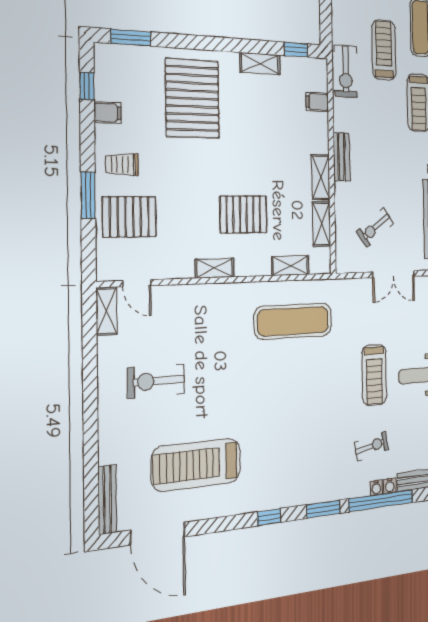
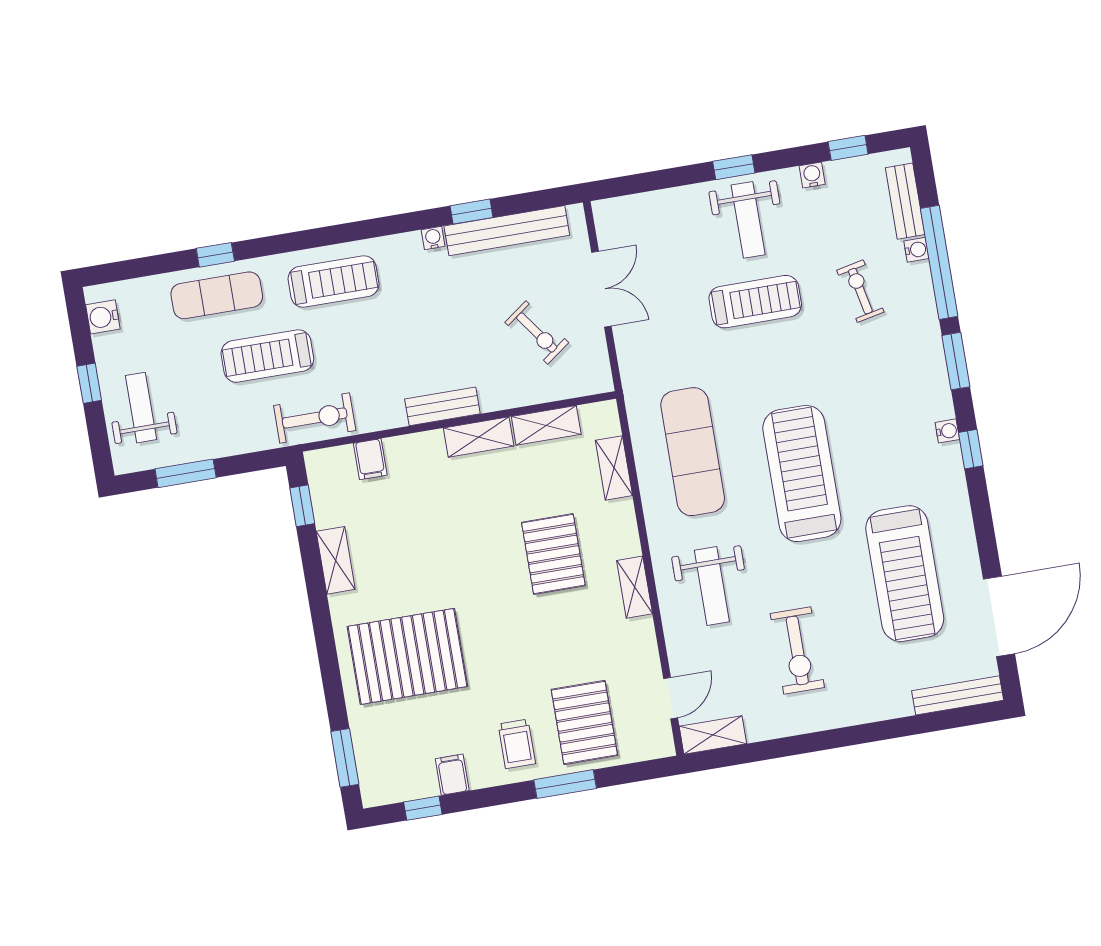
weight bench: (208, 324) -> (712, 586), added
treadmill: (270, 396) -> (802, 474), added
water cooler: (376, 488) -> (947, 431), moved

